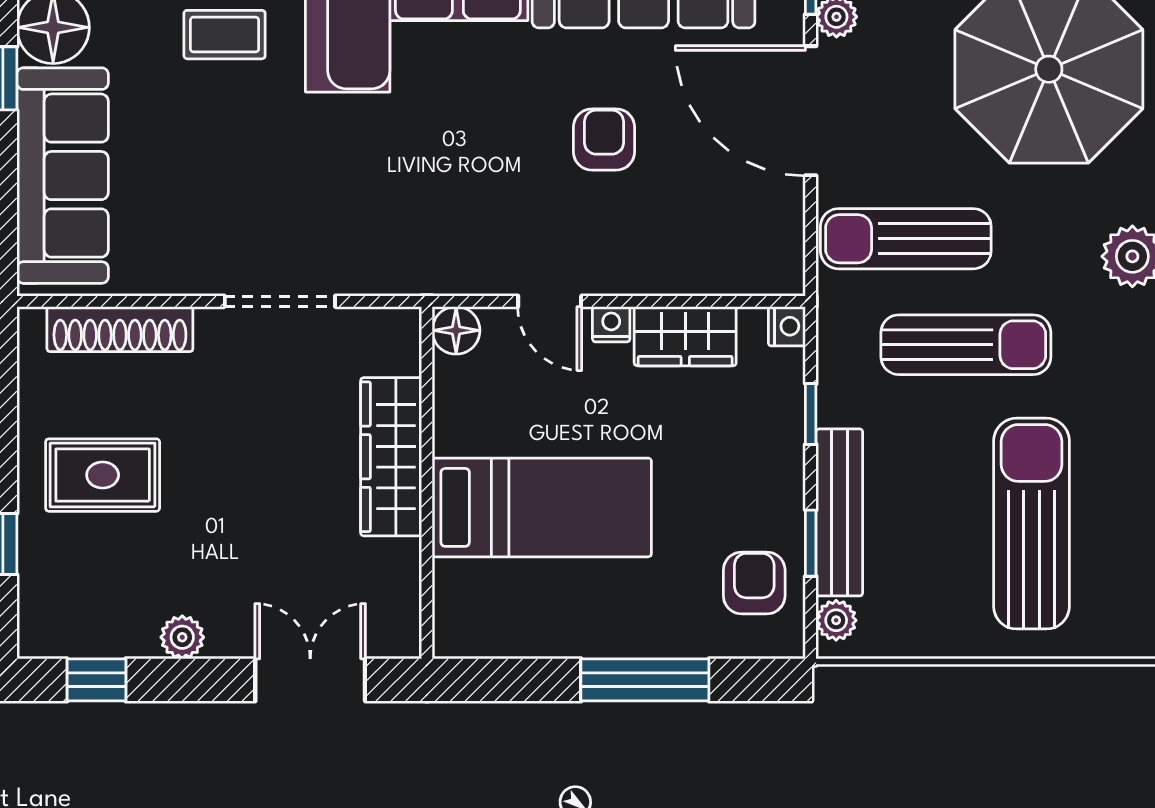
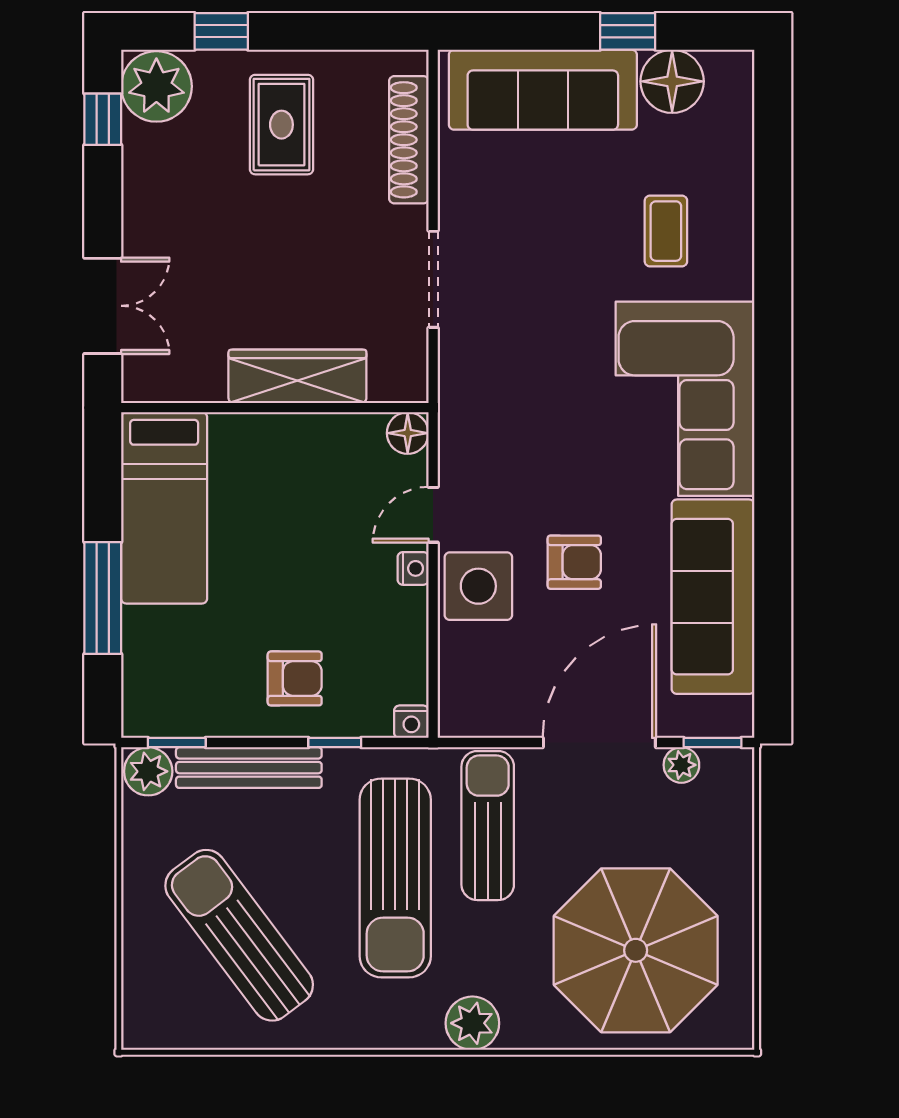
side table: (632, 249) -> (478, 586), added
wardrobe: (685, 336) -> (403, 633), removed
sun lounger: (966, 345) -> (395, 878), width x1.36, depth x1.34
bed: (542, 507) -> (164, 508), moved
sun lounger: (1031, 524) -> (239, 935), turned -127
window: (811, 543) -> (177, 743), moved
armchair: (754, 583) -> (295, 678), moved
plant: (836, 620) -> (148, 771), width x1.38, depth x1.38
plant: (182, 637) -> (156, 86), moved, width x1.88, depth x1.88

